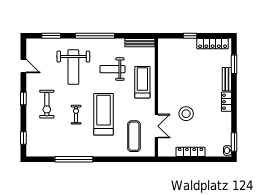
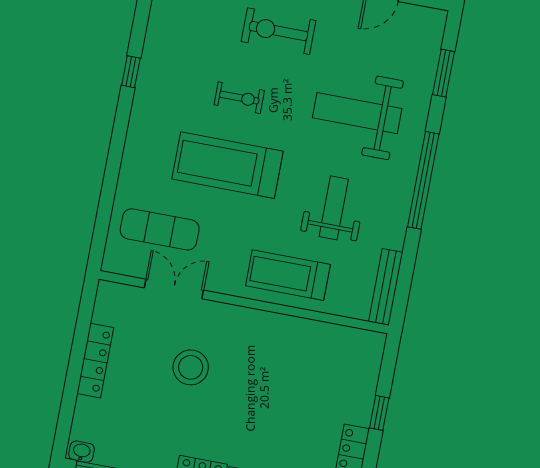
treadmill: (142, 82) -> (288, 275), turned 180
treadmill: (104, 114) -> (227, 165), turned 180
double door: (156, 126) -> (174, 289), swing flipped
window: (74, 159) -> (131, 72), width x0.32

